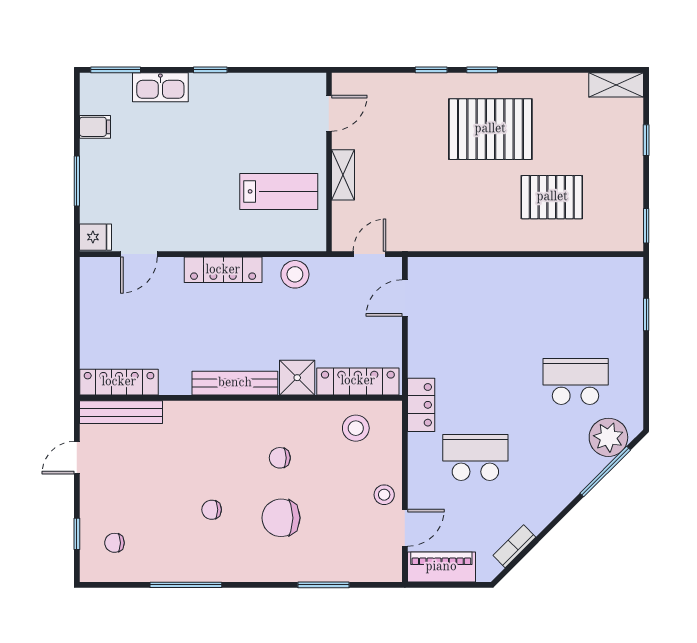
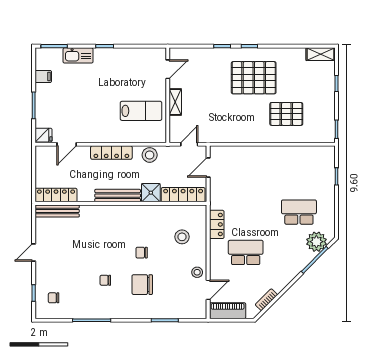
shower: (297, 378) -> (151, 193), moved
locker: (358, 381) -> (183, 195), moved
locker: (119, 382) -> (56, 195), moved
bench: (235, 383) -> (118, 196), moved
wall: (241, 398) -> (121, 203), moved
bench: (121, 412) -> (57, 211), moved

